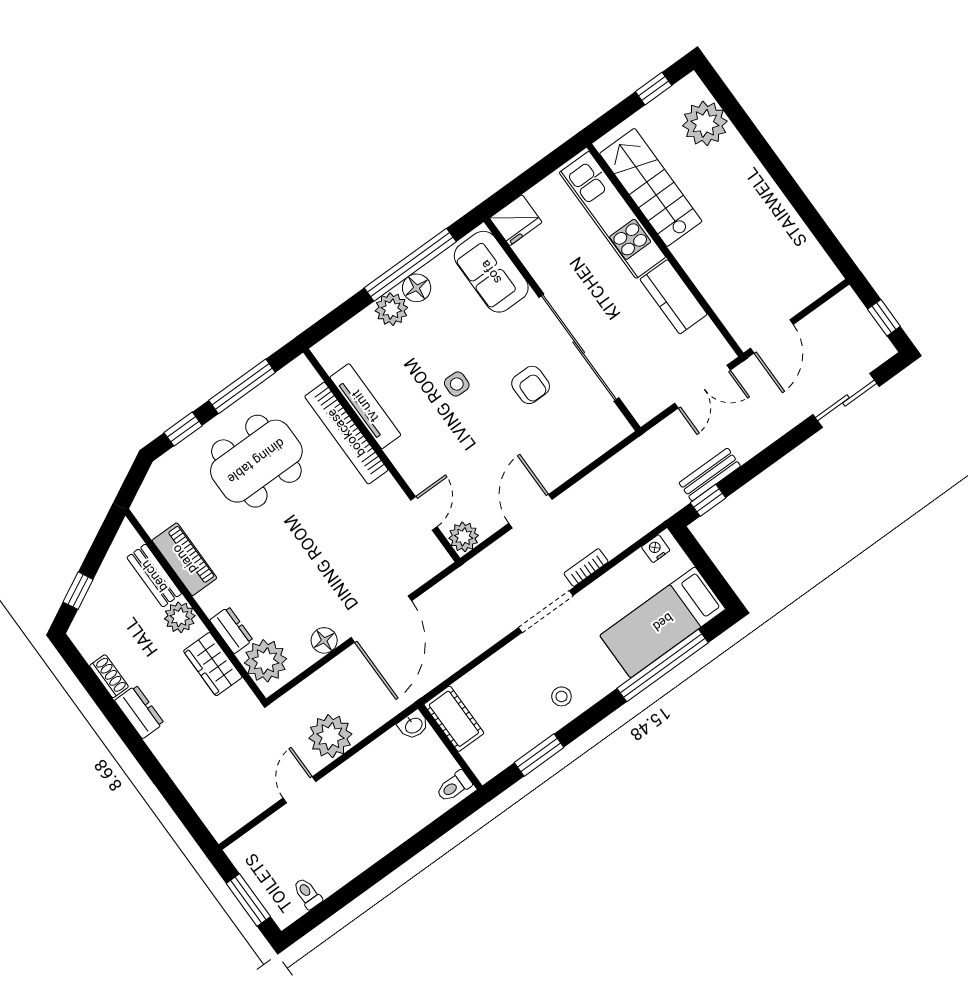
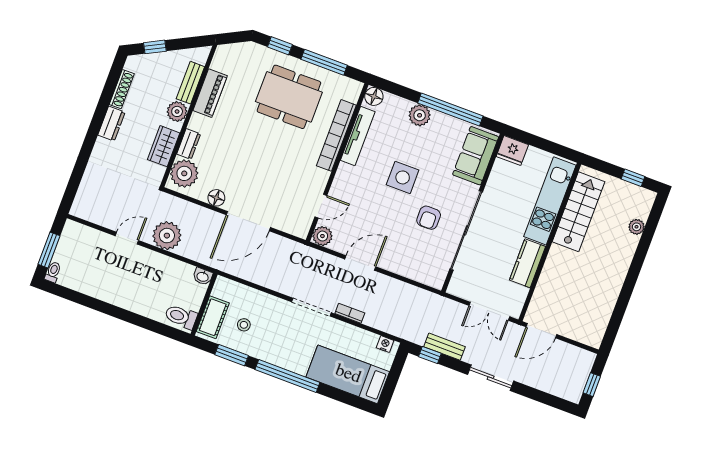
plant: (705, 123) -> (637, 227), width x0.53, depth x0.53
floor lamp: (417, 288) -> (374, 96), moved
side table: (457, 384) -> (403, 177), width x1.87, depth x1.87
sliding door: (846, 400) -> (491, 378), moved
window: (663, 665) -> (287, 376), moved
shoe rack: (109, 676) -> (122, 89), width x1.43
stool: (561, 696) -> (244, 325), moved
cot: (454, 719) -> (213, 317), moved
toilet: (454, 786) -> (181, 317), width x1.37, depth x1.39
toilet: (307, 893) -> (53, 272), moved

